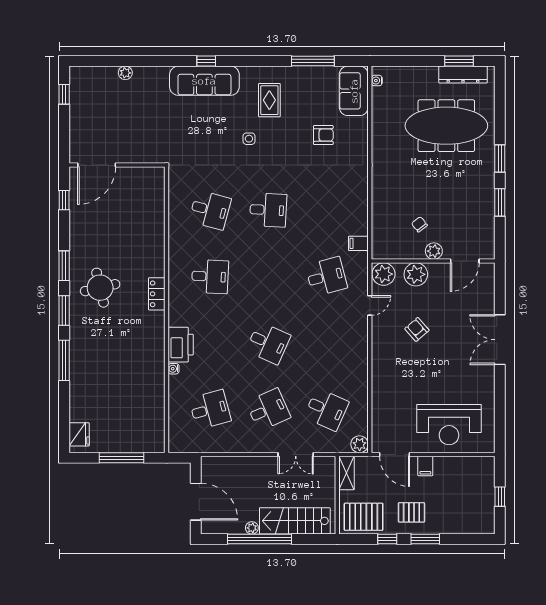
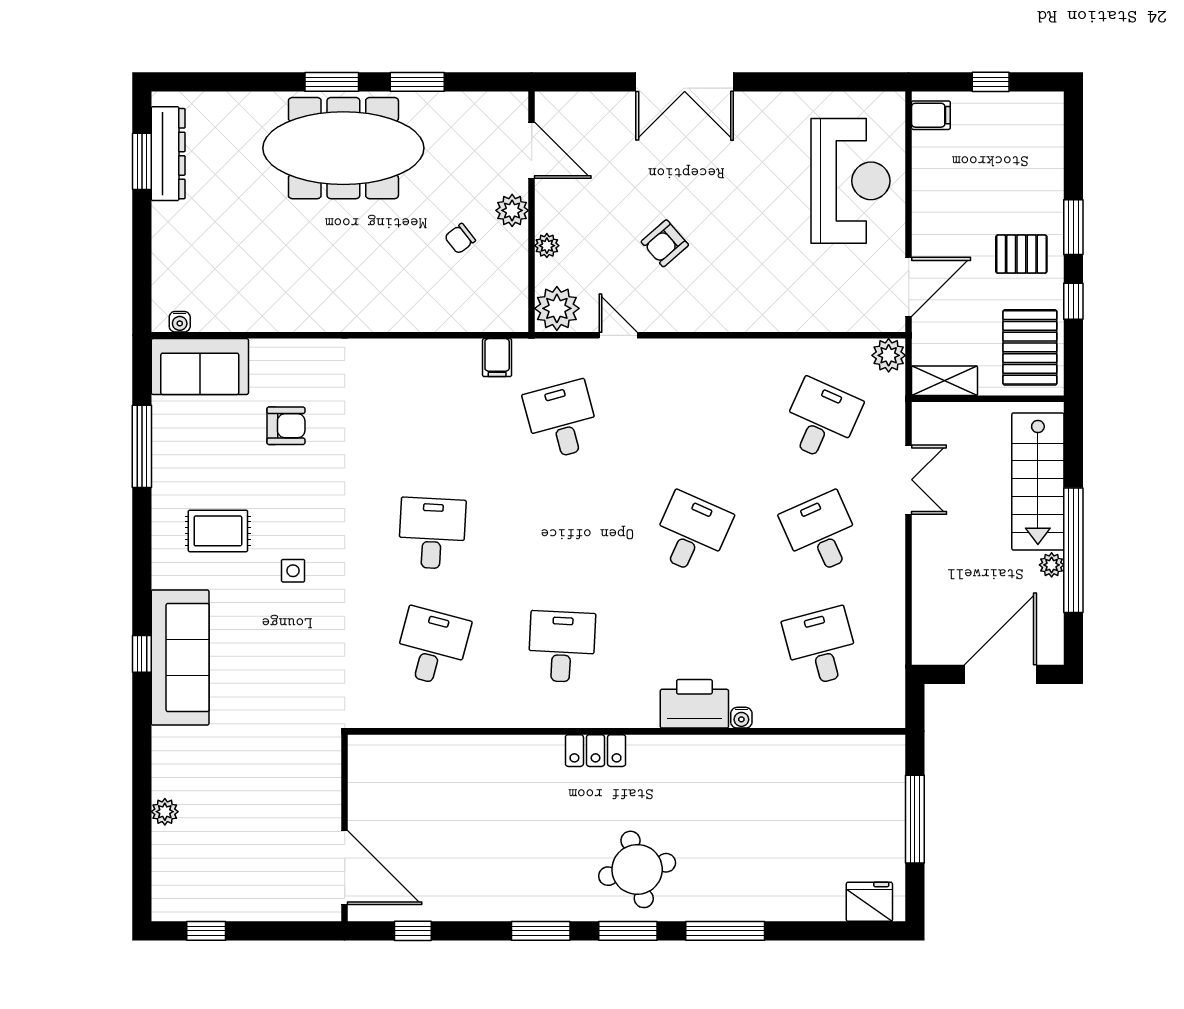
meeting table: (446, 126) -> (343, 148), moved, turned 90
armchair: (323, 135) -> (286, 426), turned 90
plant: (416, 274) -> (547, 246), width x0.53, depth x0.53
round table: (100, 288) -> (637, 869), moved
filing cabinet: (425, 466) -> (931, 115), moved
pallet: (411, 512) -> (1021, 254), turned 90

